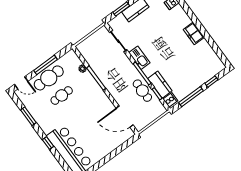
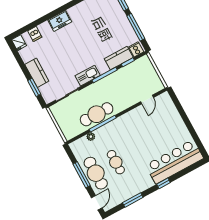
freezer: (194, 33) -> (60, 21), moved
cafe table: (142, 91) -> (97, 114), moved, width x1.37, depth x1.35
door: (125, 117) -> (147, 100), width x0.53

